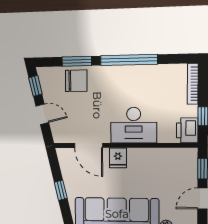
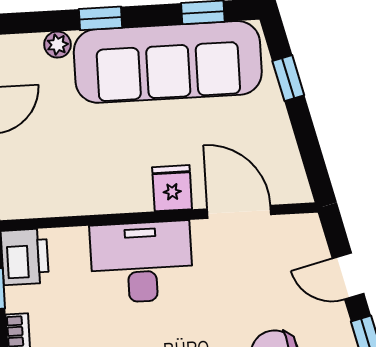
window: (61, 190) -> (288, 78), moved

